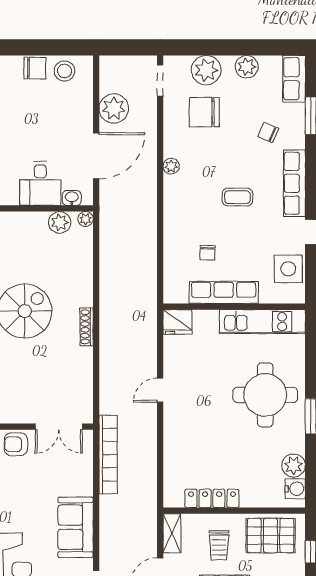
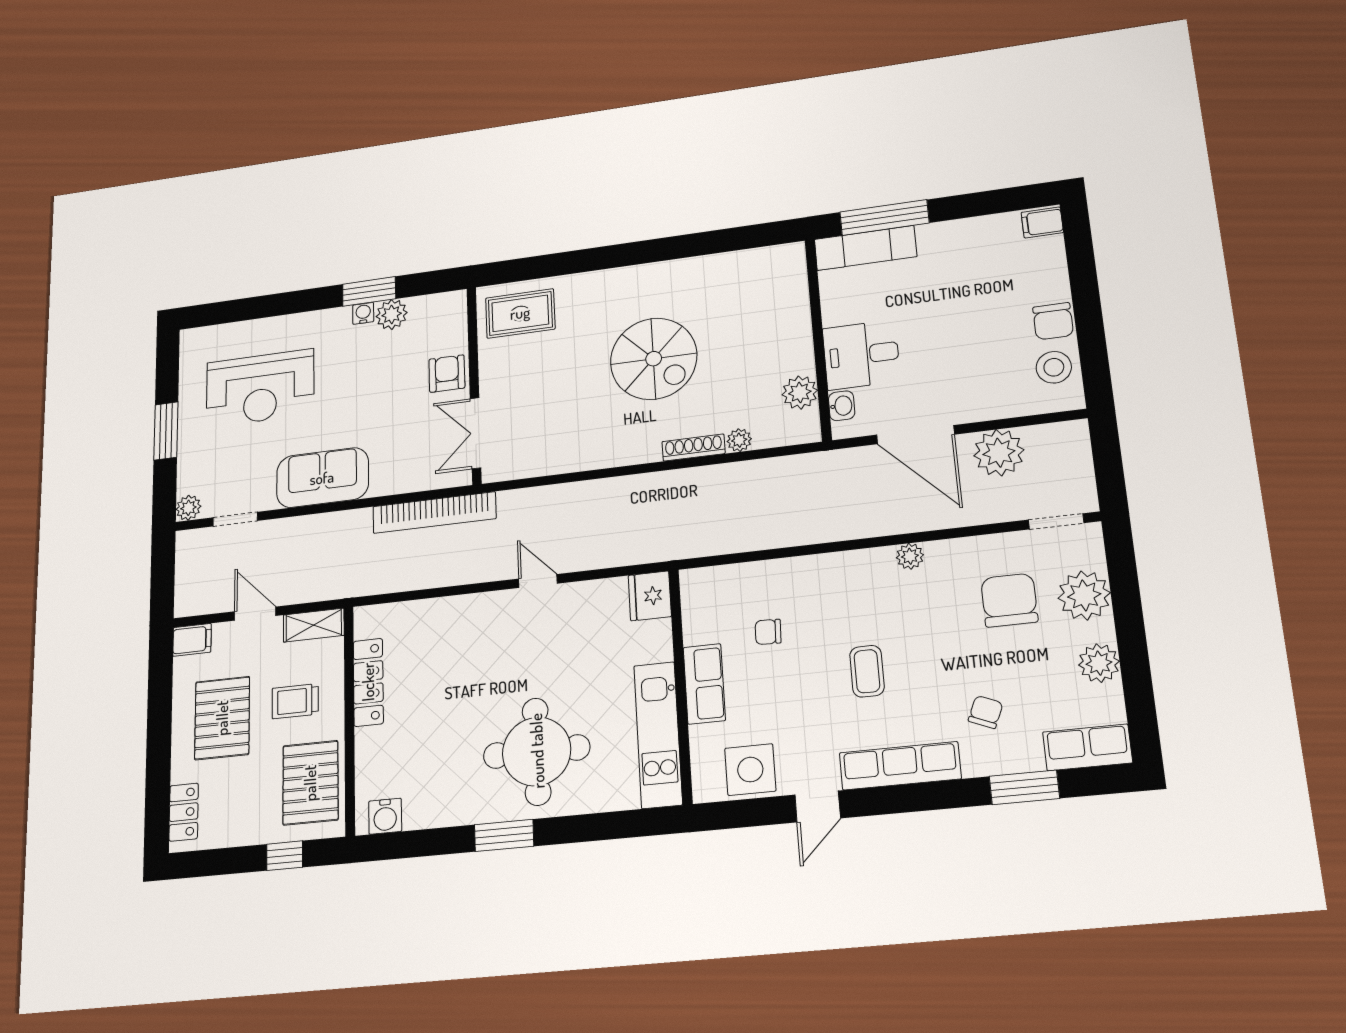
plant: (86, 219) -> (739, 440), moved
row of seats: (224, 292) -> (704, 684), width x0.68
shoe rack: (87, 327) -> (694, 447), moved
plant: (294, 466) -> (423, 810), removed

